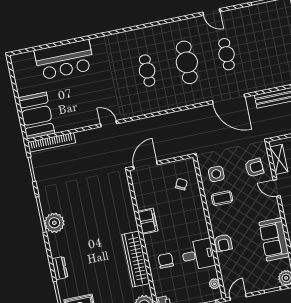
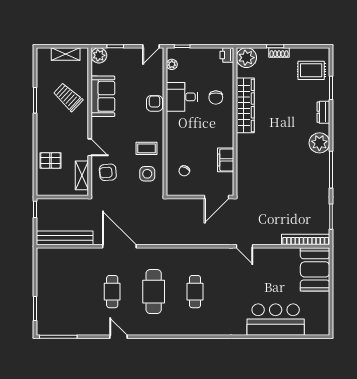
filing cabinet: (148, 221) -> (226, 160), moved
plant: (54, 223) -> (319, 143), moved

